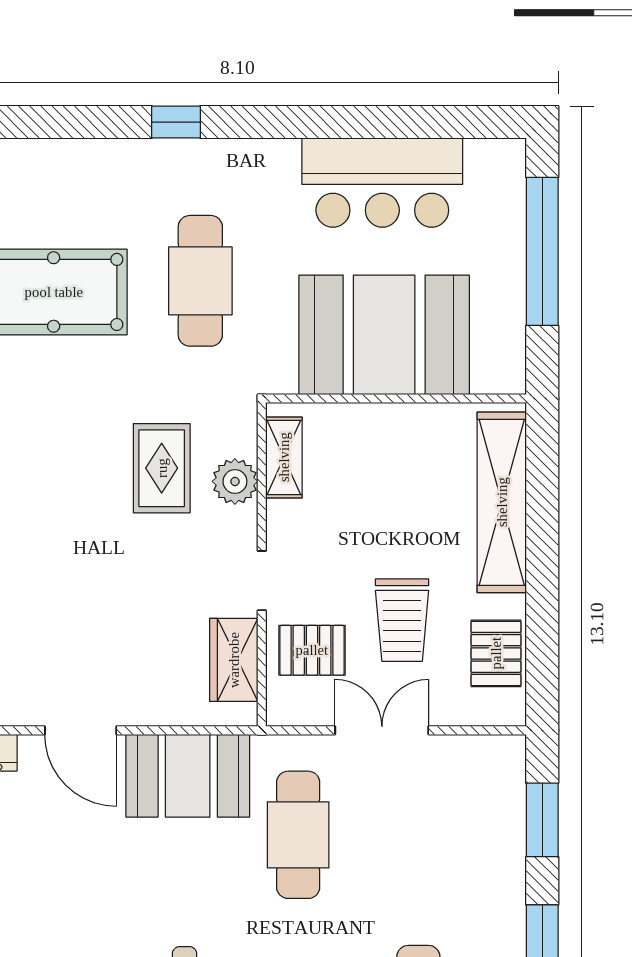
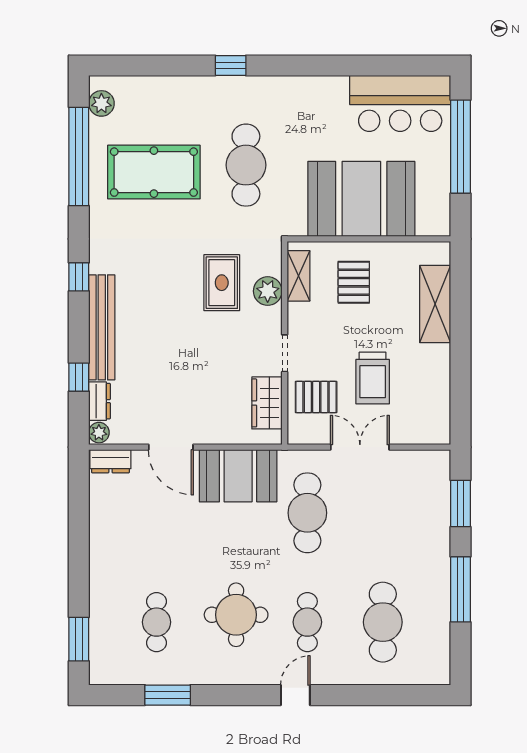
bar counter: (382, 183) -> (400, 103), moved
shelving: (502, 502) -> (435, 304), width x0.68
pallet: (496, 653) -> (354, 282), moved

